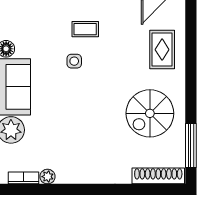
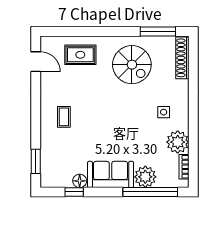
side table: (74, 61) -> (164, 112), moved
plant: (48, 177) -> (178, 142), width x1.87, depth x1.87

